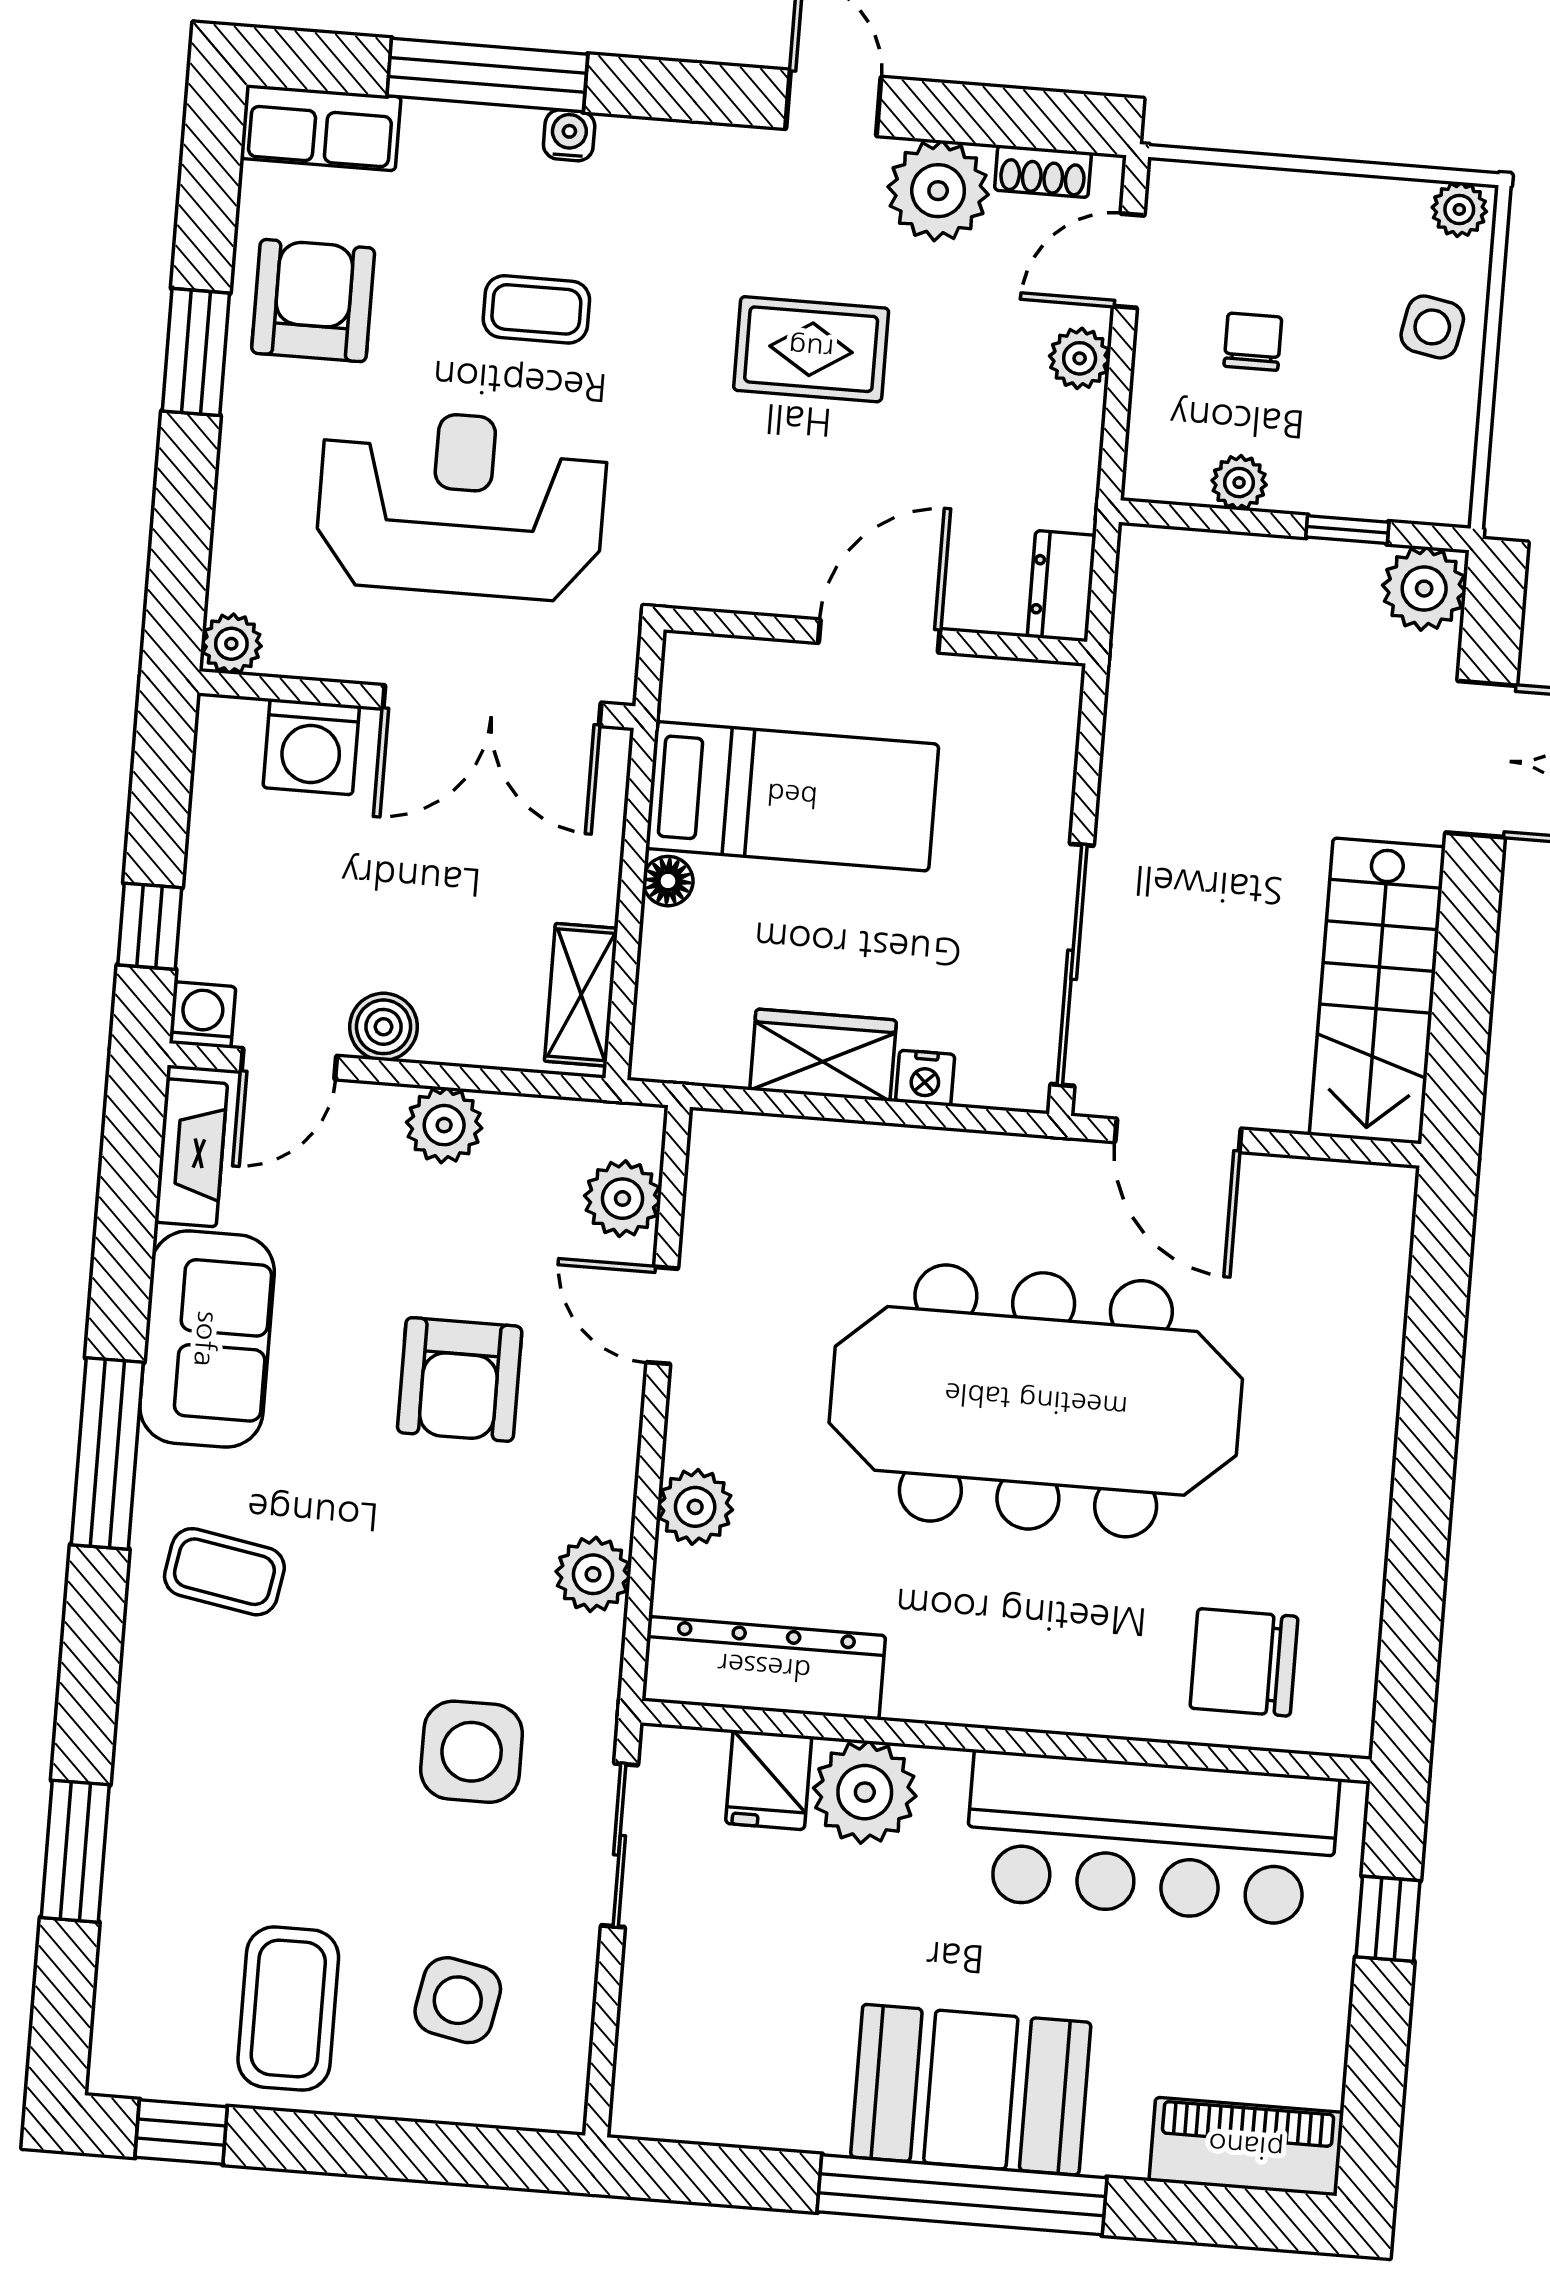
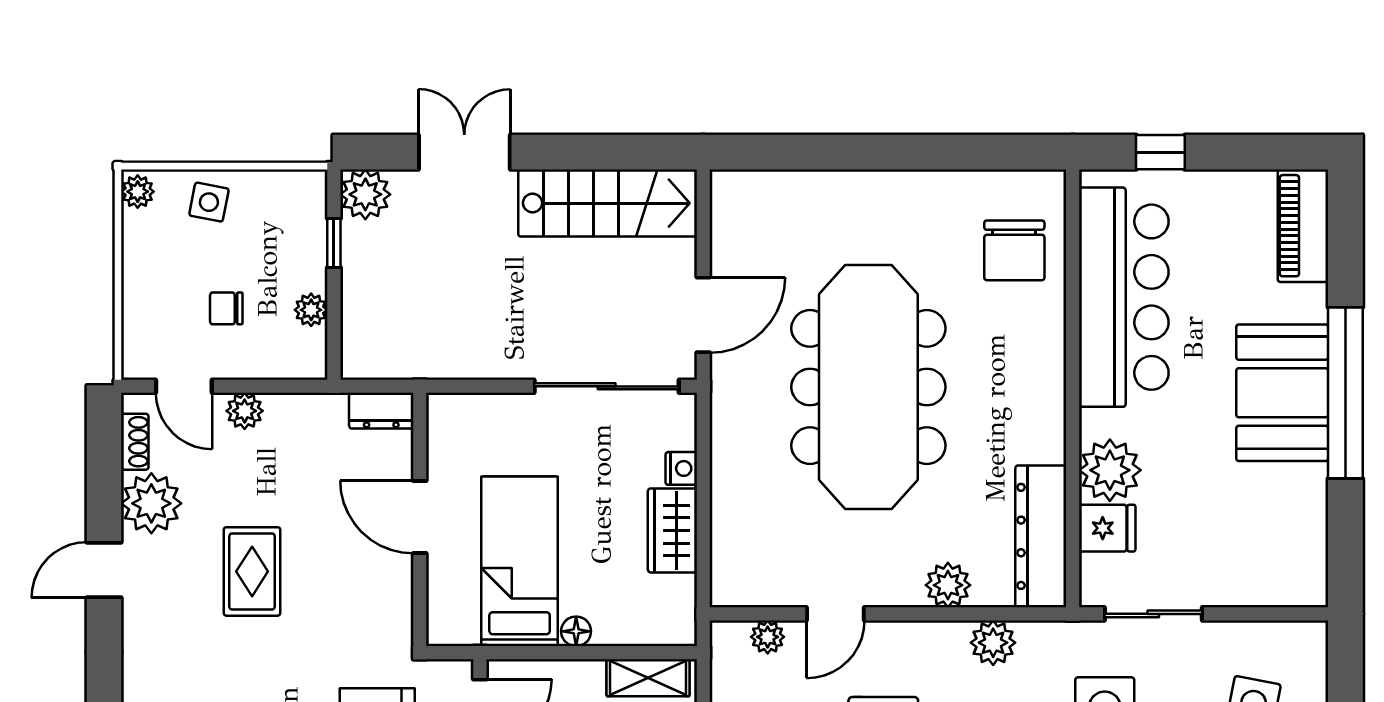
plant: (623, 1199) -> (768, 637), width x0.73, depth x0.73

